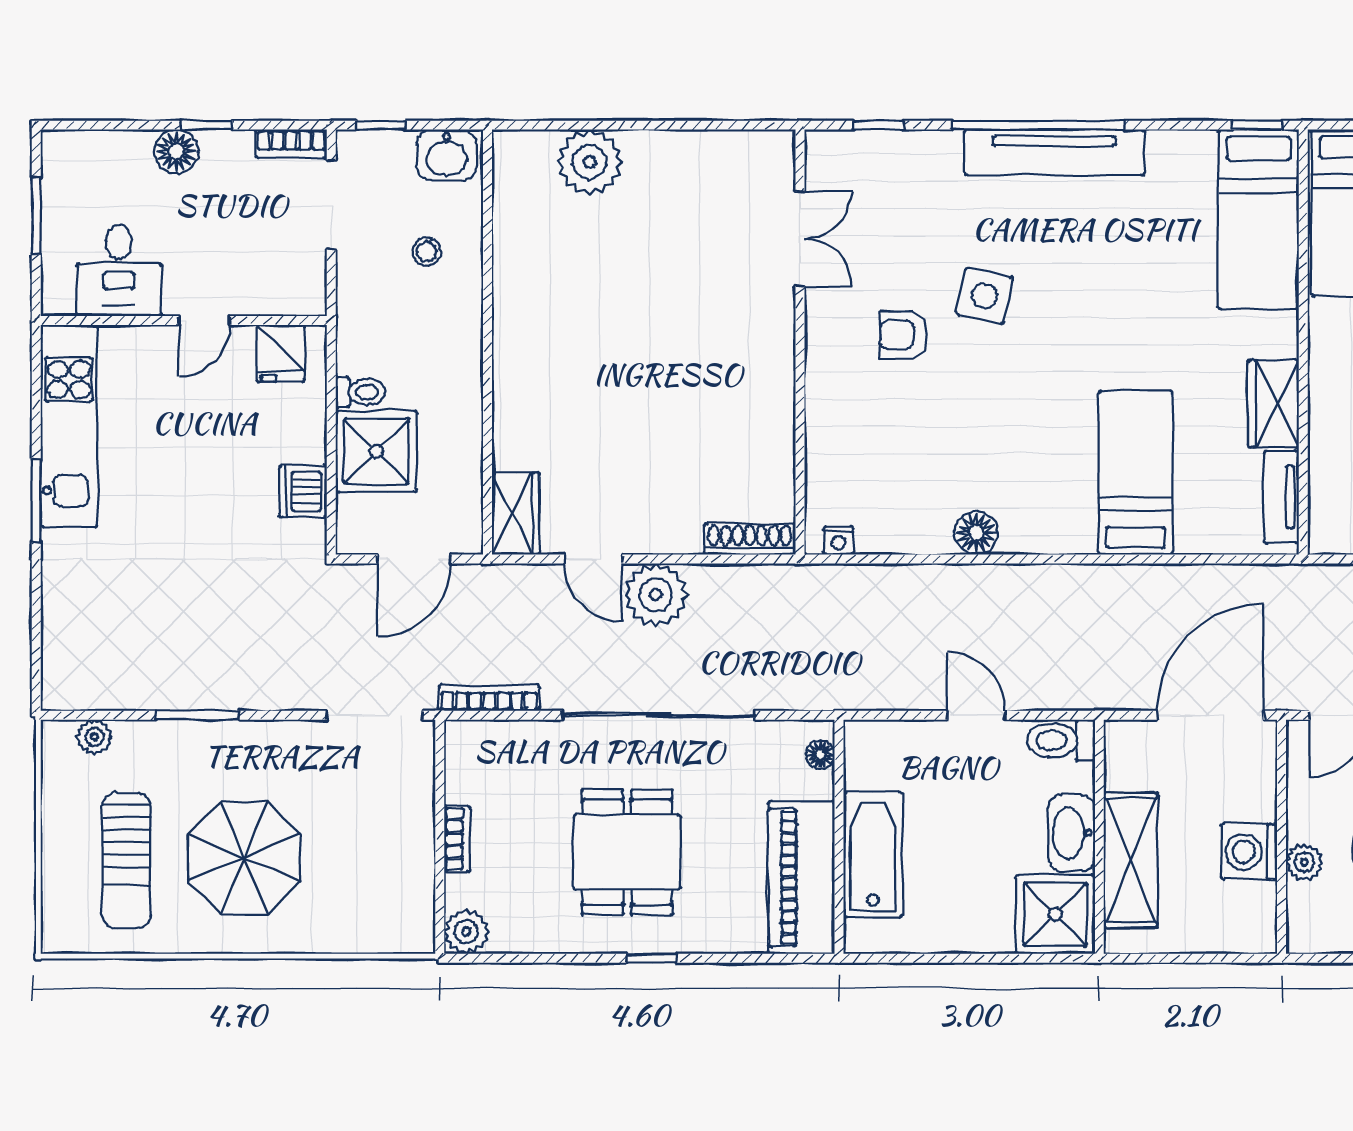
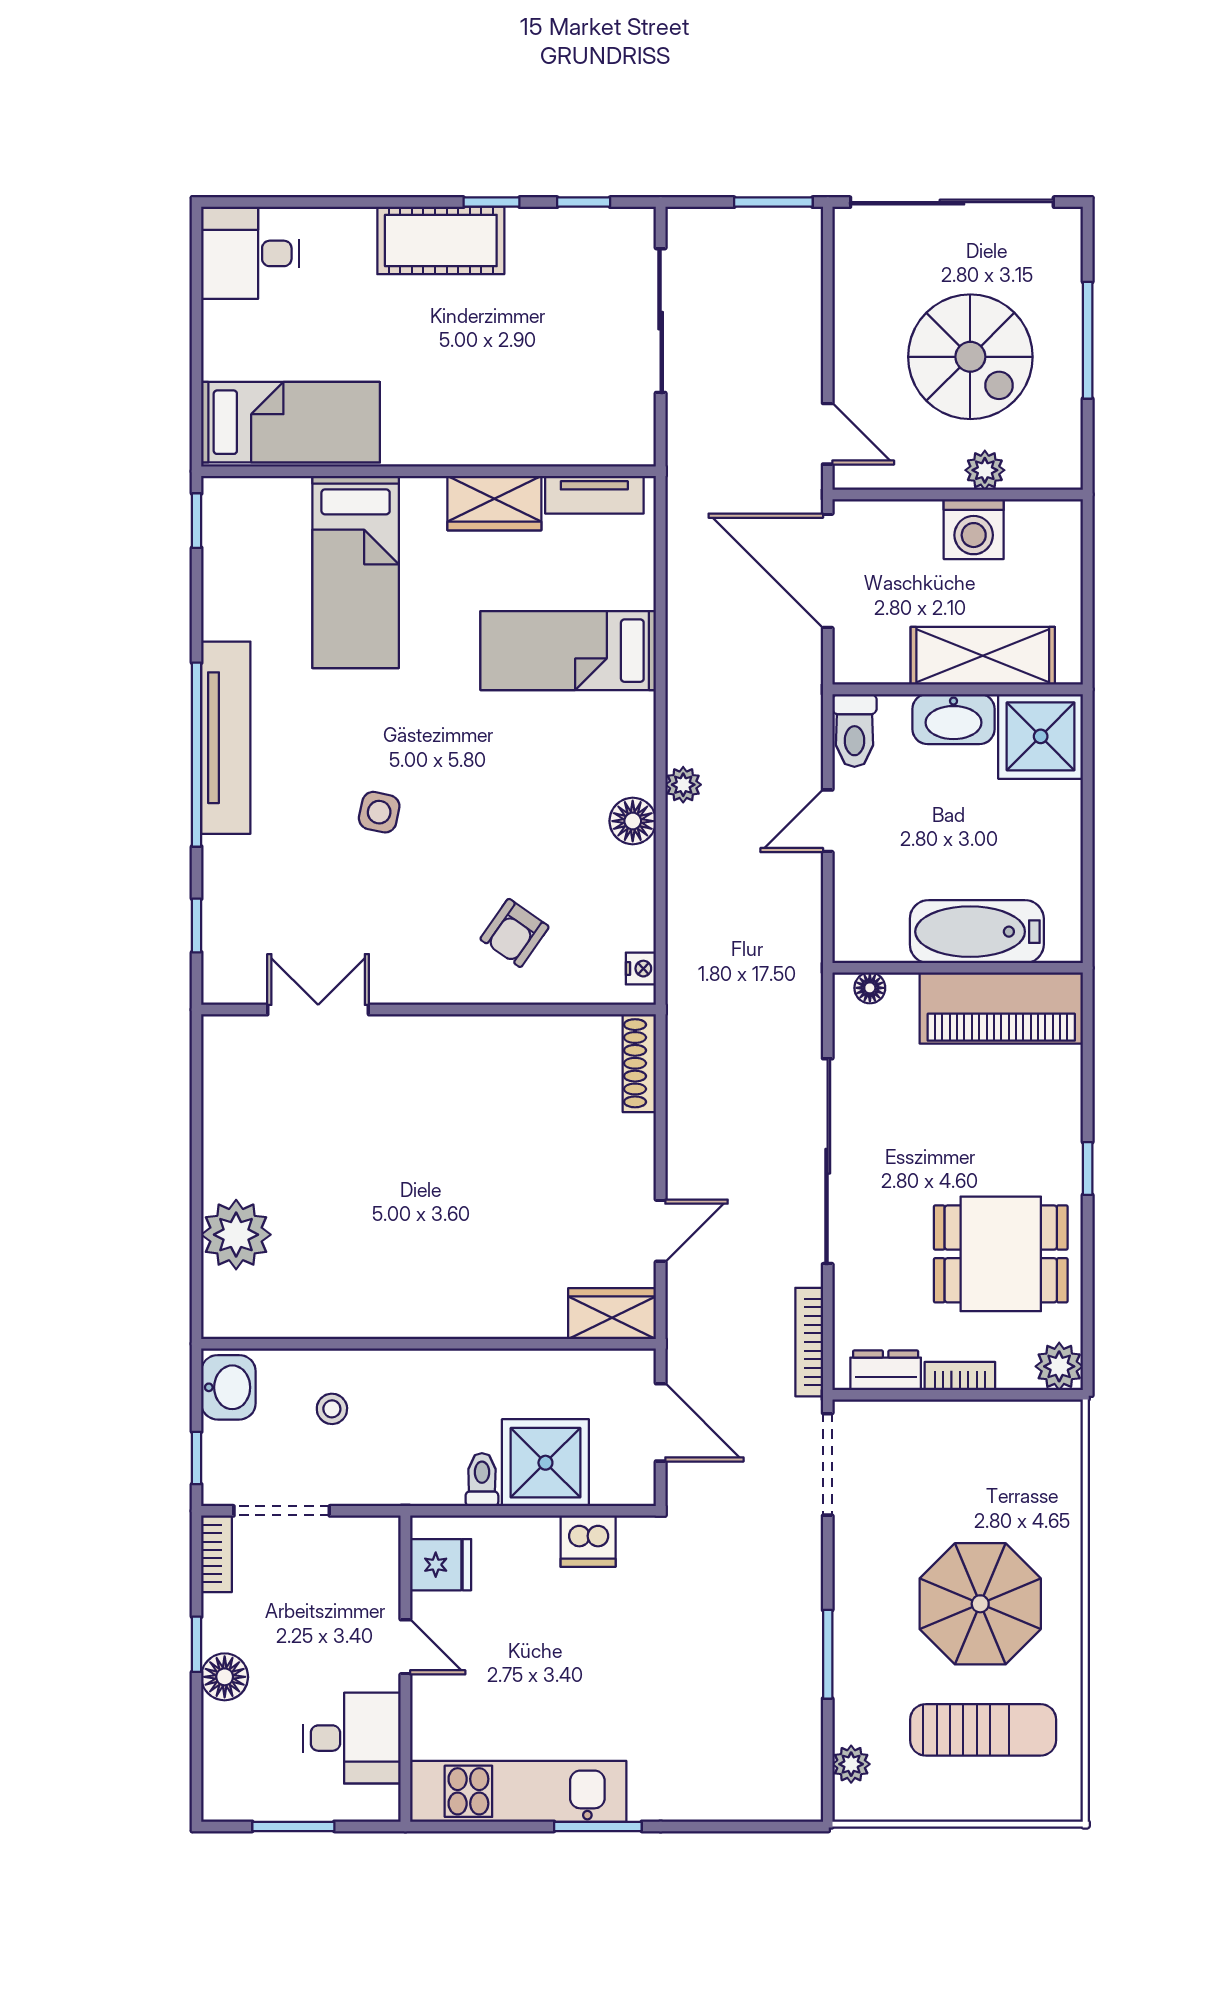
bed: (1259, 219) -> (356, 572), moved, turned 90
side table: (985, 296) -> (379, 812), width x0.73, depth x0.73
armchair: (903, 335) -> (515, 933), moved, turned 35
plant: (656, 595) -> (683, 785), moved, width x0.53, depth x0.53
dresser: (463, 769) -> (886, 1370), added
dining table: (627, 852) -> (1001, 1254), moved

